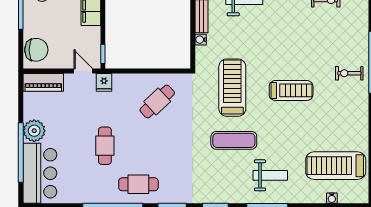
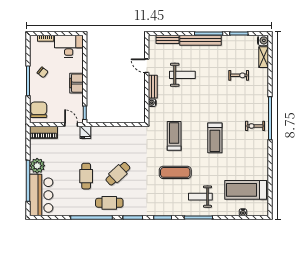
chair: (36, 50) -> (39, 110), turned -90
treadmill: (232, 88) -> (174, 136), width x0.73, depth x0.73
treadmill: (291, 90) -> (215, 138), turned 90
cafe table: (157, 102) -> (118, 174), moved
weight bench: (270, 175) -> (200, 197), turned 180

